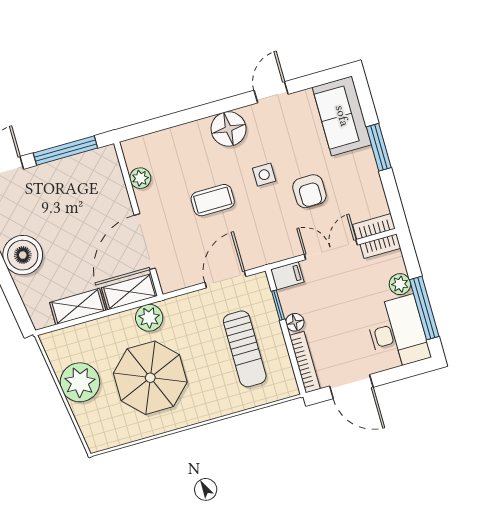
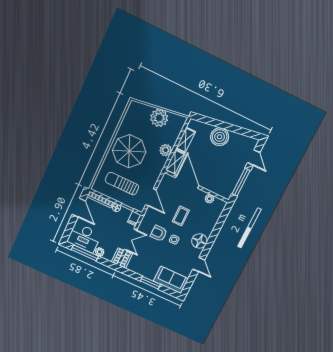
armchair: (309, 191) -> (159, 233), moved
plant: (149, 318) -> (166, 150), moved
parasol: (150, 378) -> (129, 151), moved
door: (351, 387) -> (79, 208), swing flipped

